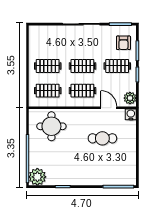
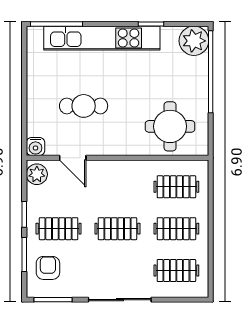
clothes rail: (82, 91) -> (176, 271), moved
kitchen unit: (92, 178) -> (102, 38), added

